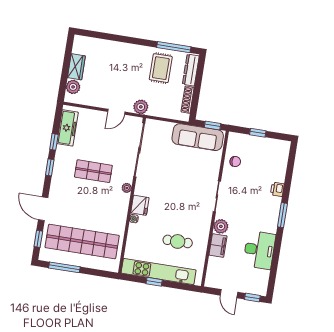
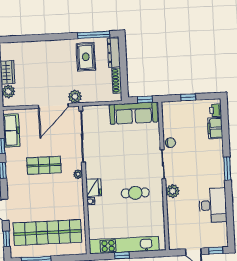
door: (116, 112) -> (53, 106), width x1.87
chair: (235, 162) -> (171, 143), moved
printer: (277, 189) -> (216, 110), moved
cafe table: (178, 241) -> (135, 193), moved
filing cabinet: (218, 245) -> (215, 128), moved, turned 180

